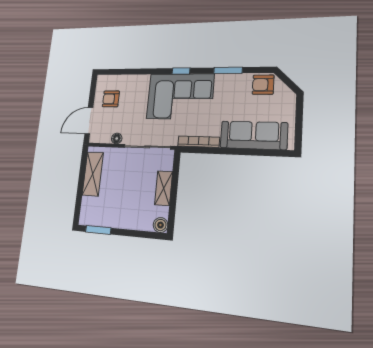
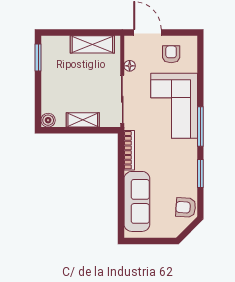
window: (181, 71) -> (200, 127), width x2.17
armchair: (263, 85) -> (186, 207), turned -86
corner sofa: (180, 96) -> (174, 106), moved

